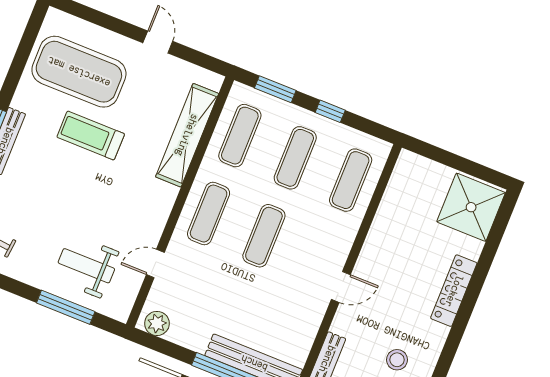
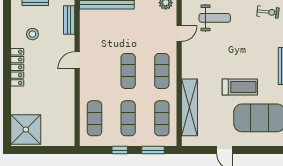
locker: (454, 291) -> (17, 67), moved

